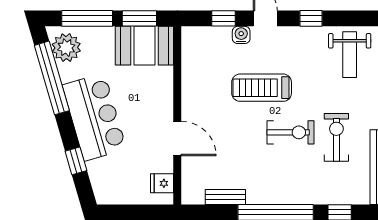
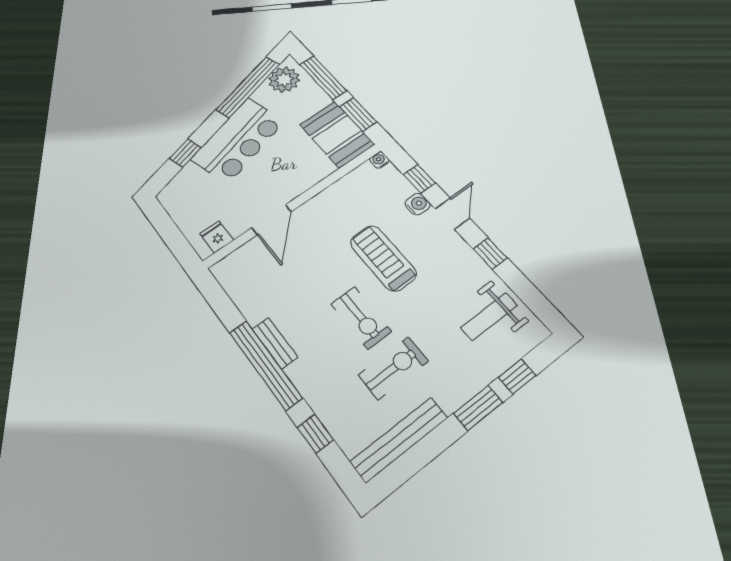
water cooler: (188, 33) -> (379, 160), added
bench: (225, 197) -> (275, 343), moved

